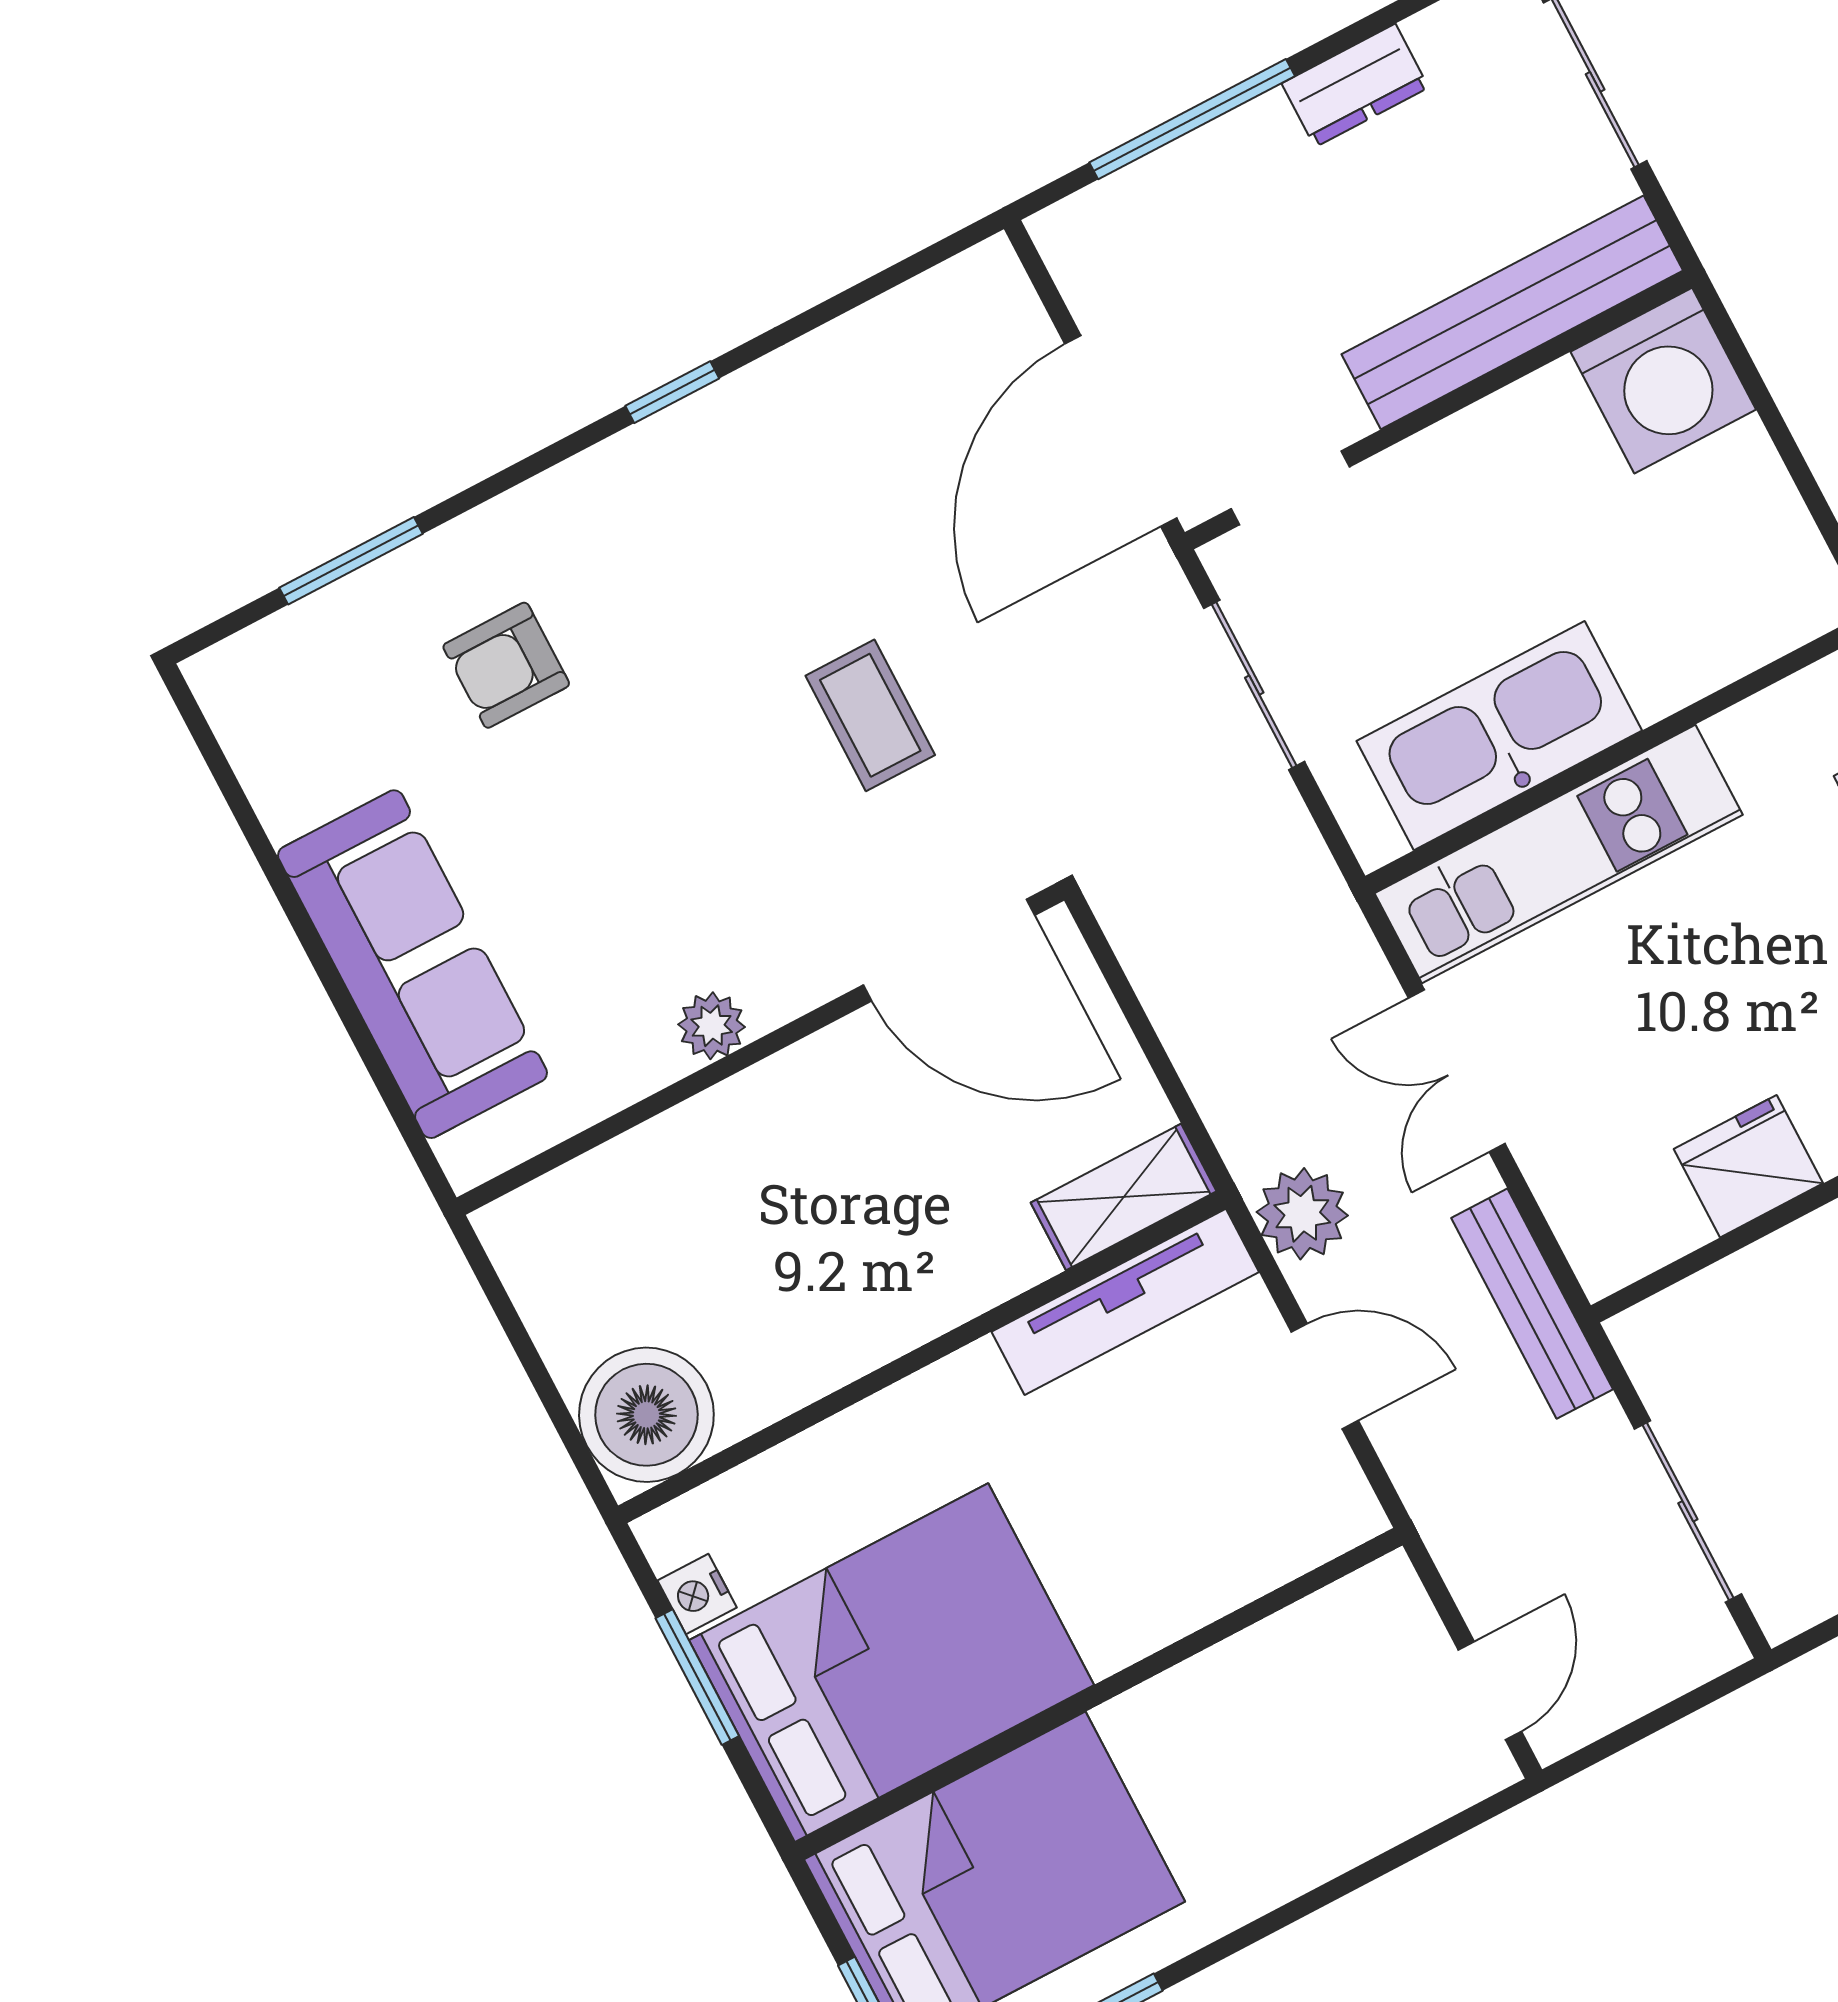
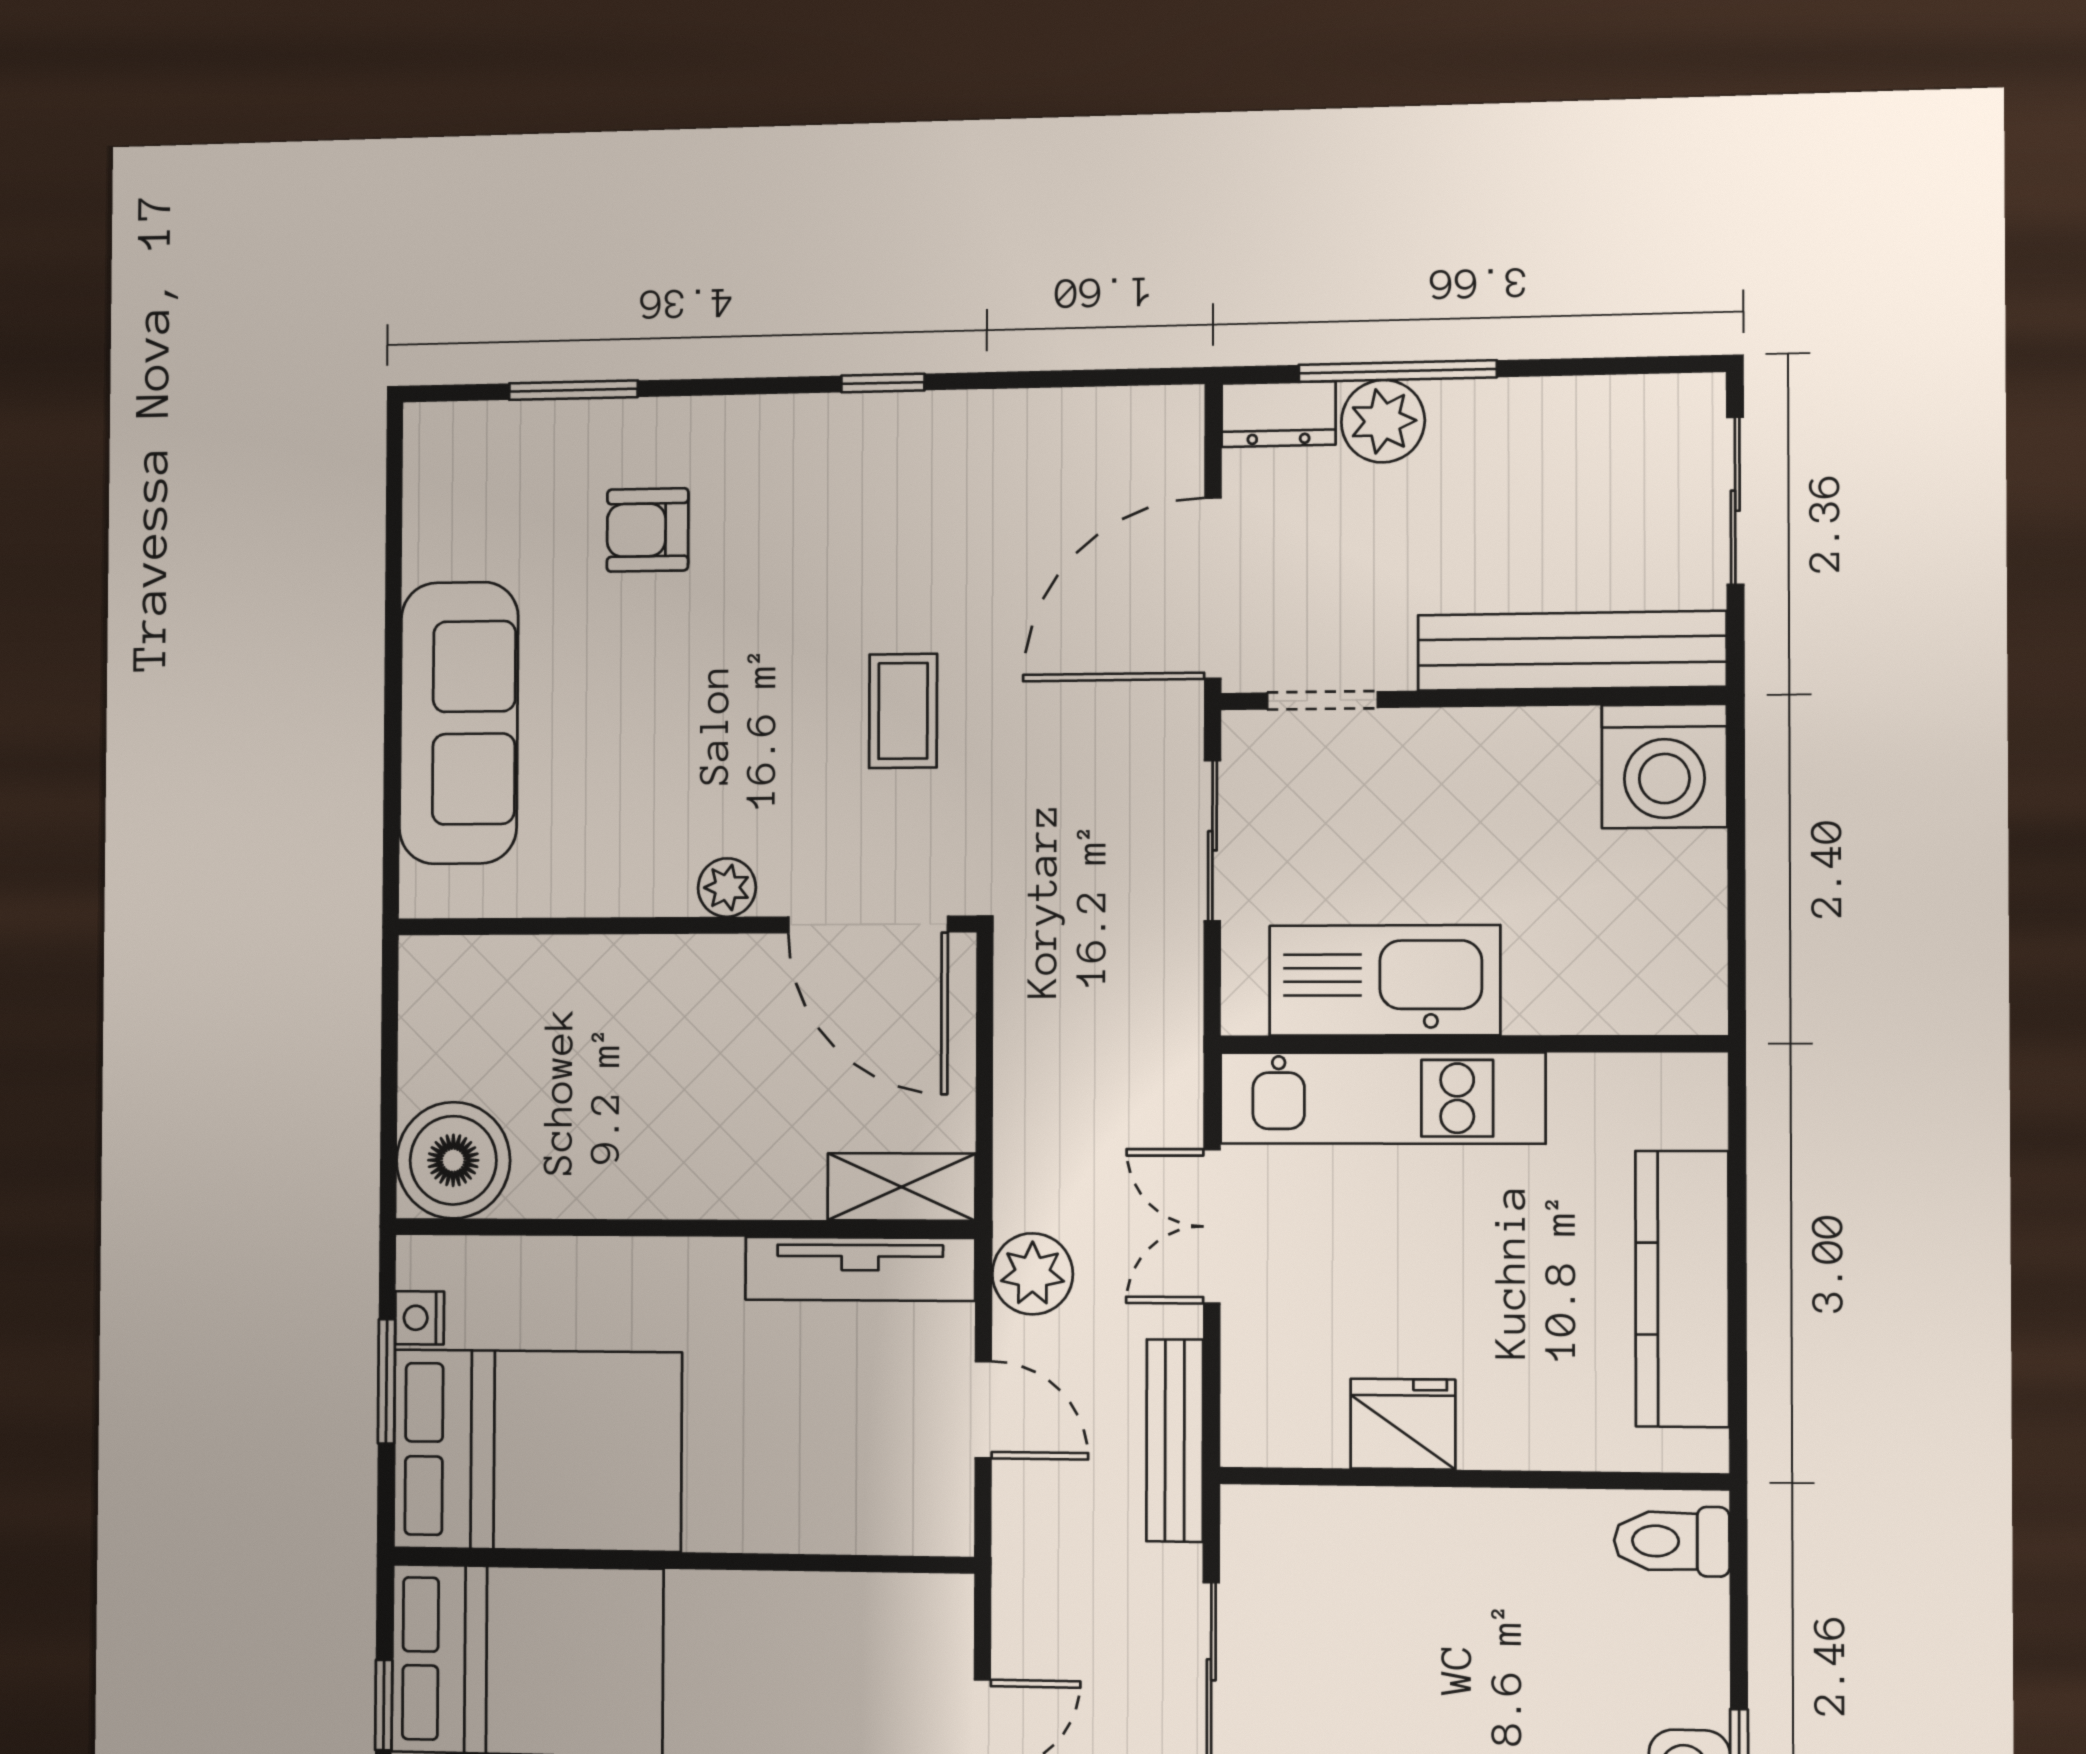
dresser: (1355, 85) -> (1278, 414), moved
plant: (1204, 177) -> (1383, 421), added
plant: (712, 1026) -> (727, 888), moved

